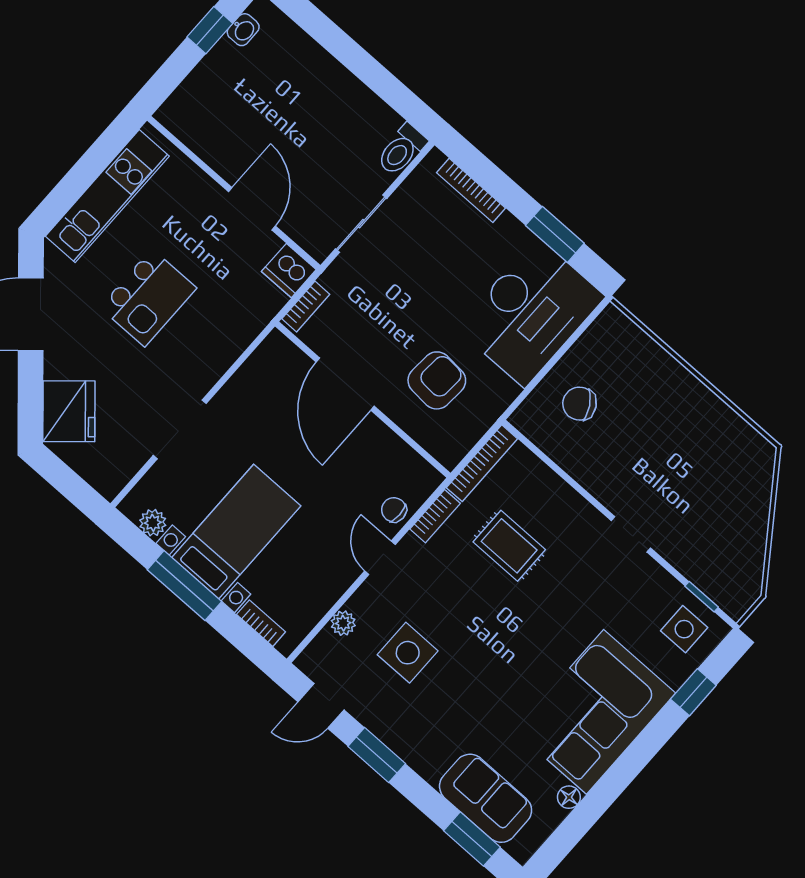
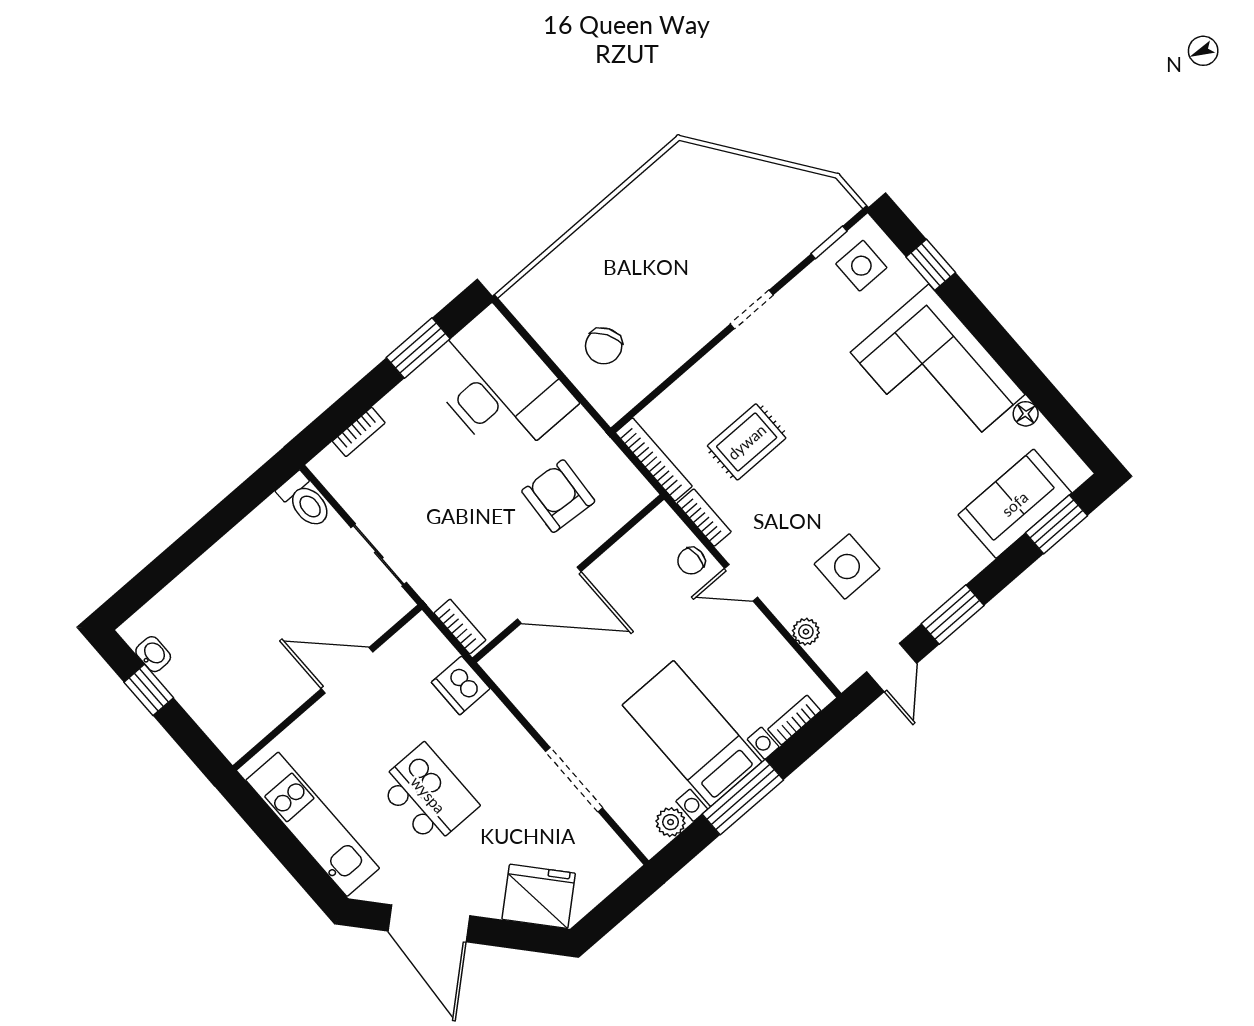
bookcase: (471, 190) -> (359, 432), width x0.64
dishwasher: (289, 271) -> (461, 685), moved, turned 90

